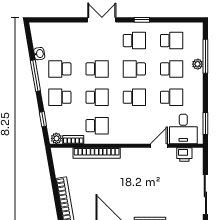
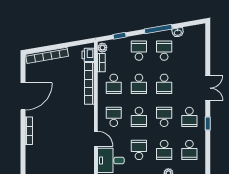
school desk: (172, 97) -> (139, 150), turned 180
school desk: (134, 126) -> (114, 117), added
printer: (184, 154) -> (88, 55), moved

